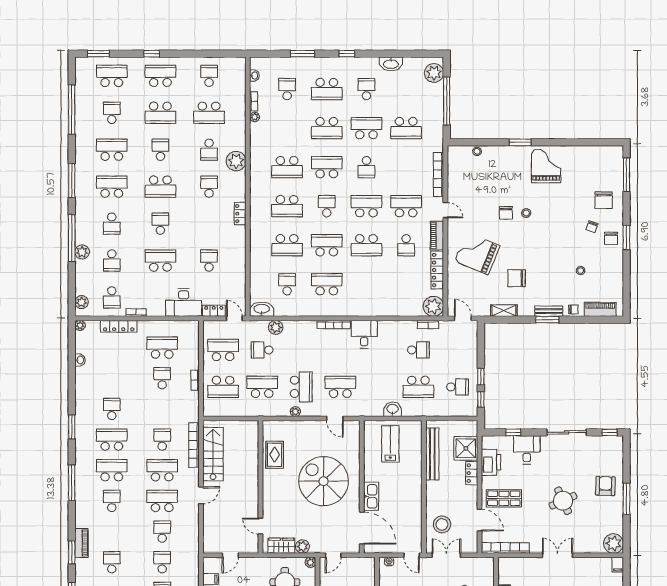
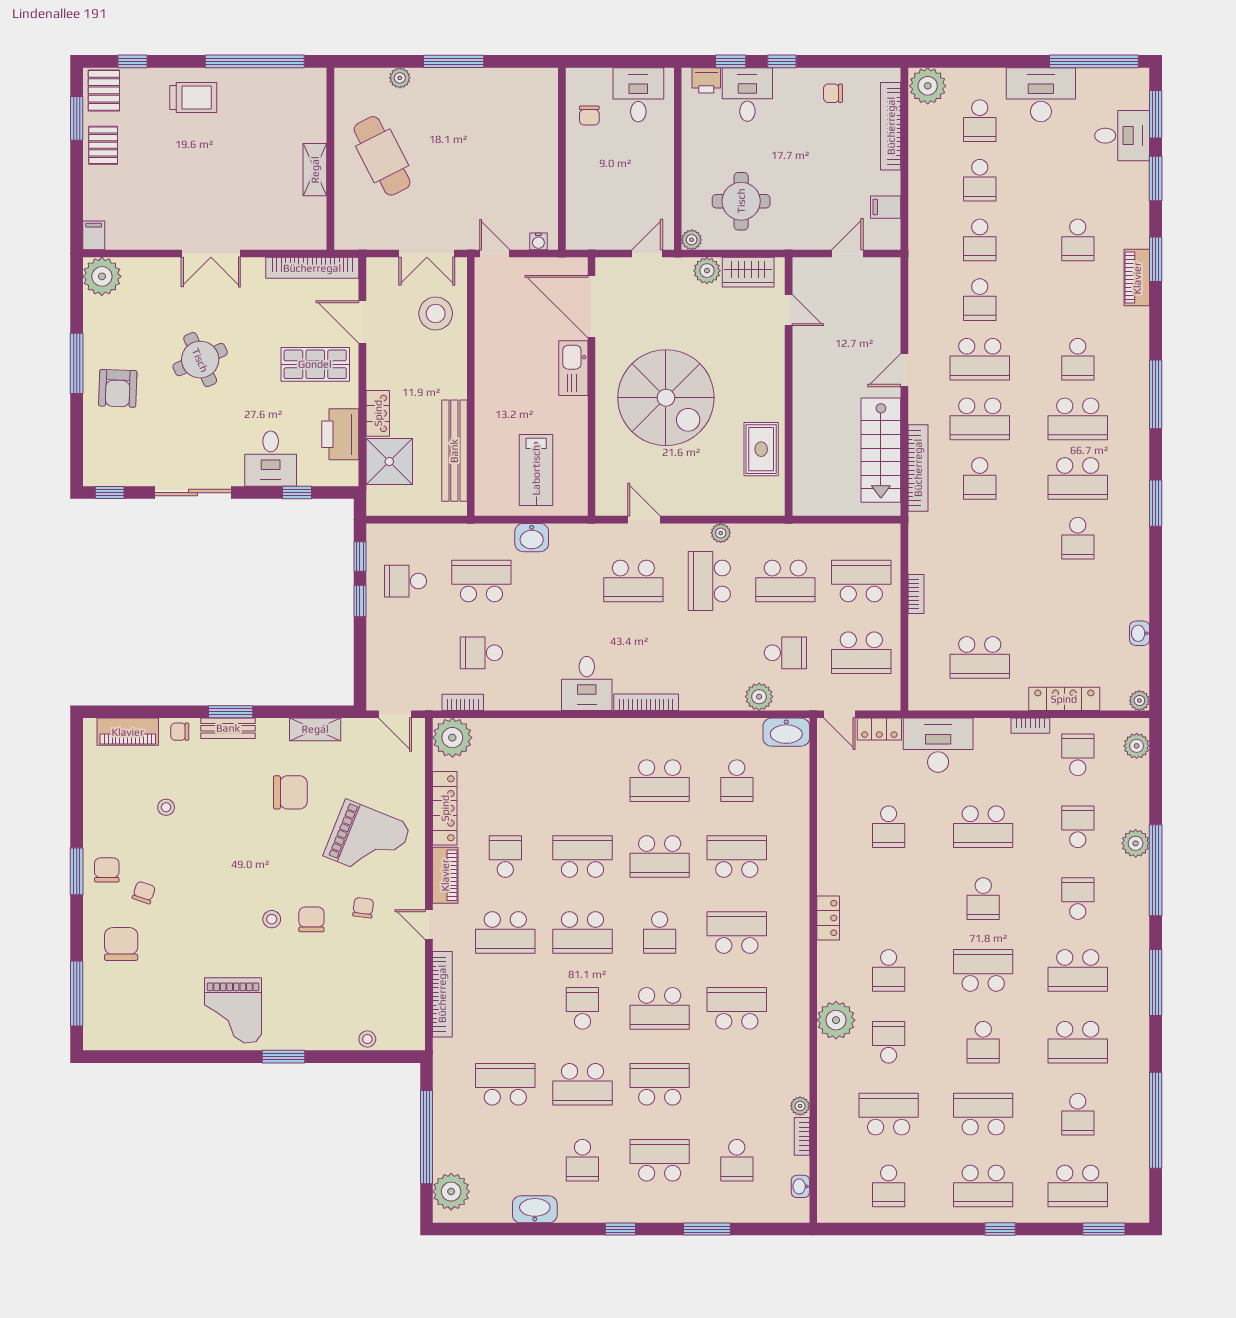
chair: (479, 219) -> (363, 908), added
school desk: (162, 378) -> (980, 598), removed

